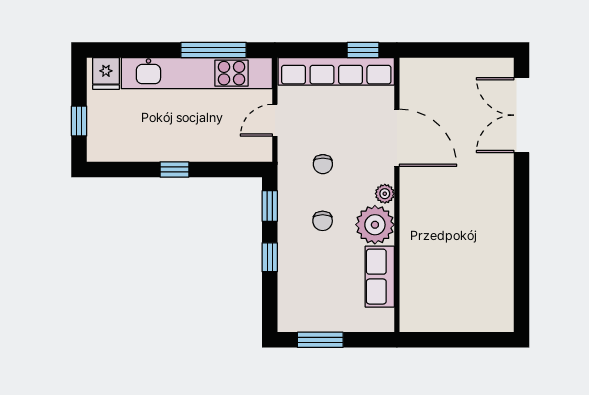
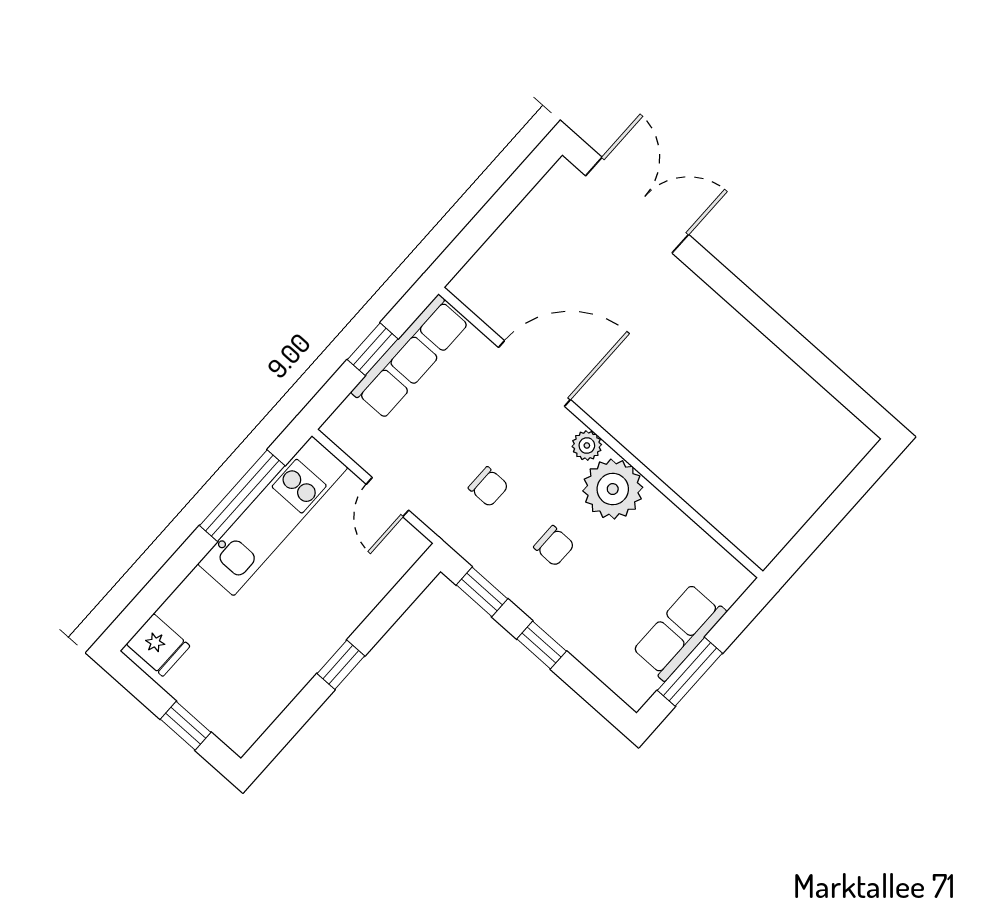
window: (363, 50) -> (373, 349), moved
row of seats: (336, 71) -> (410, 357), width x0.73
kitchen unit: (197, 73) -> (273, 516), width x0.73
double door: (521, 115) -> (637, 205), swing flipped
row of seats: (380, 277) -> (679, 632), moved, turned 90

